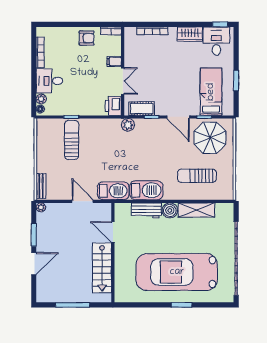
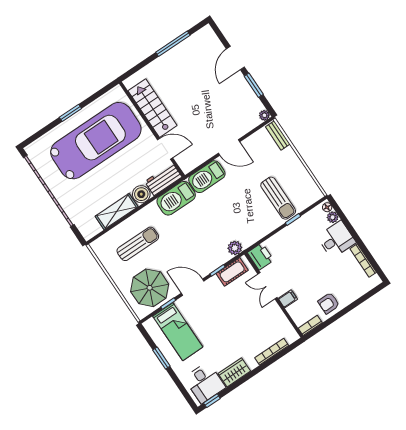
door: (113, 232) -> (165, 149), moved
wall: (113, 253) -> (152, 129), moved
stairs: (102, 268) -> (153, 108), moved

